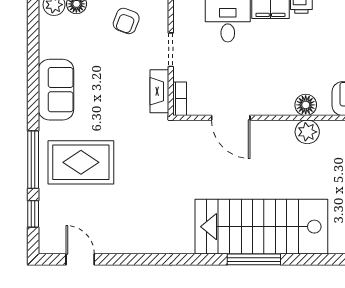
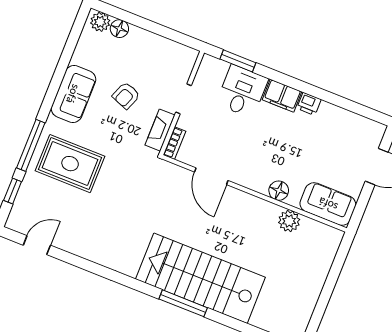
armchair: (126, 21) -> (126, 95), moved
plant: (307, 132) -> (289, 221), moved
door: (80, 259) -> (37, 245), hinge flipped

